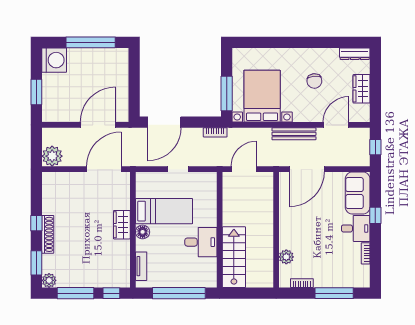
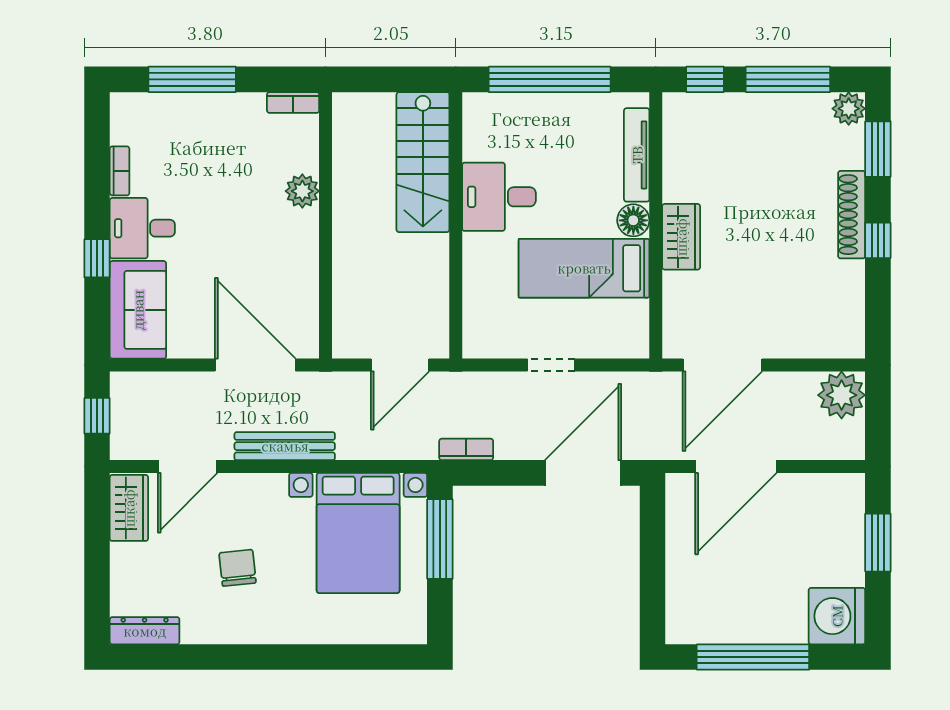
wardrobe: (362, 89) -> (129, 508), moved
door: (307, 169) -> (255, 365), hinge flipped
plant: (286, 257) -> (302, 191), moved
tv unit: (141, 266) -> (637, 155), width x1.41
bookcase: (302, 283) -> (293, 102), moved

